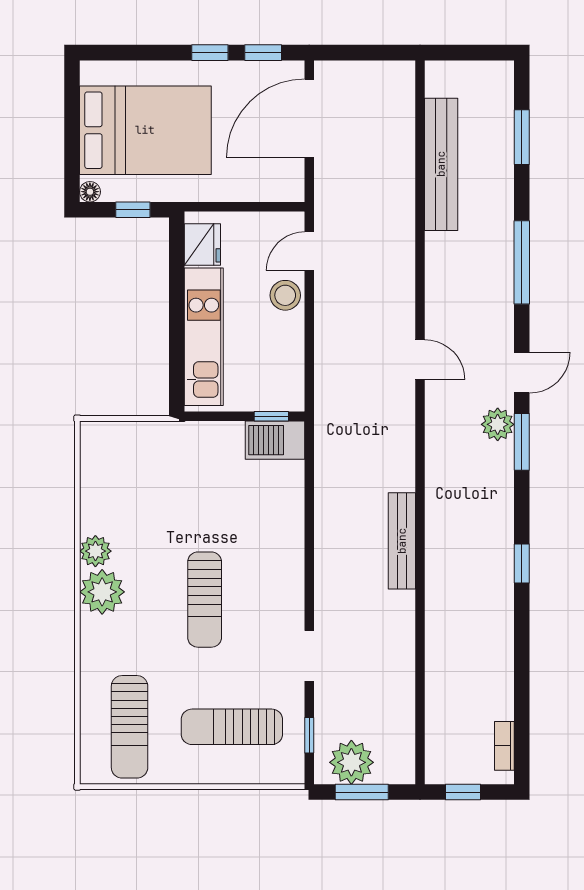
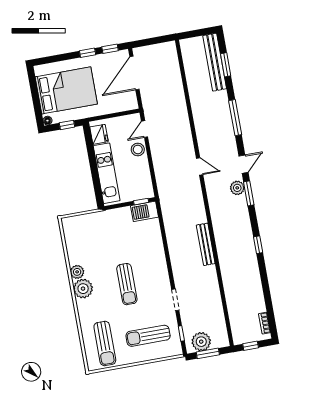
bench: (441, 164) -> (215, 62), moved

